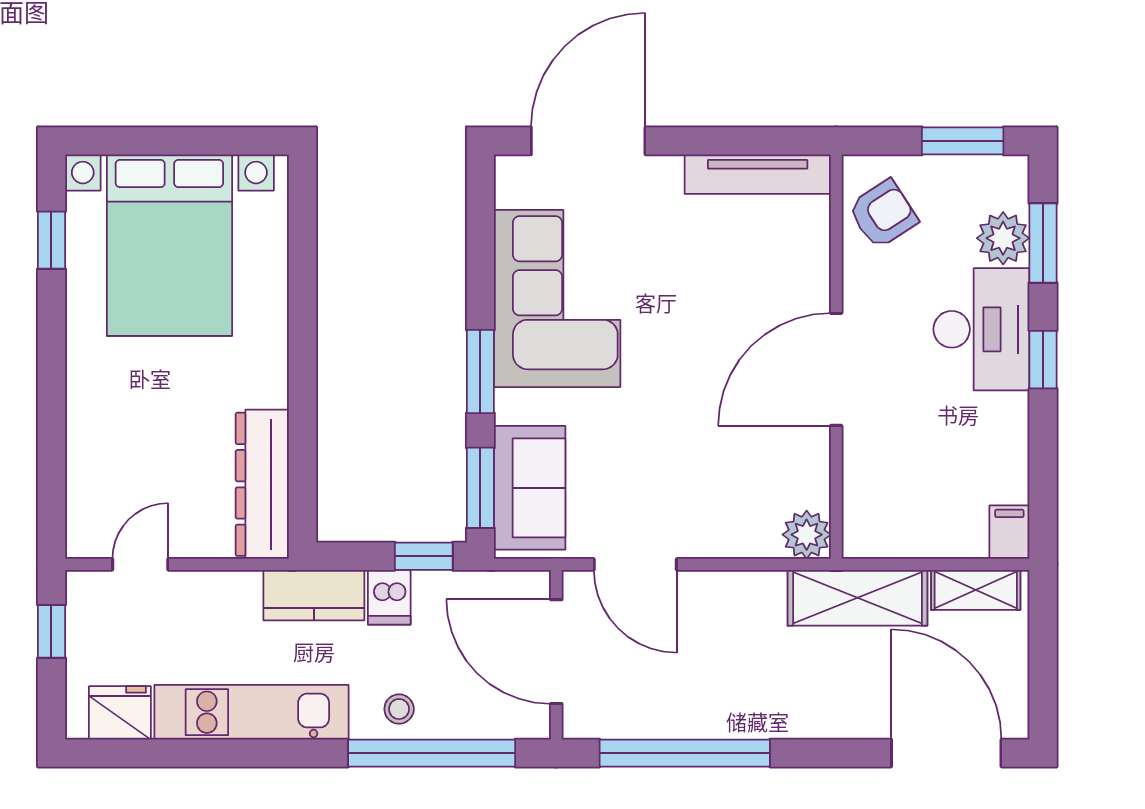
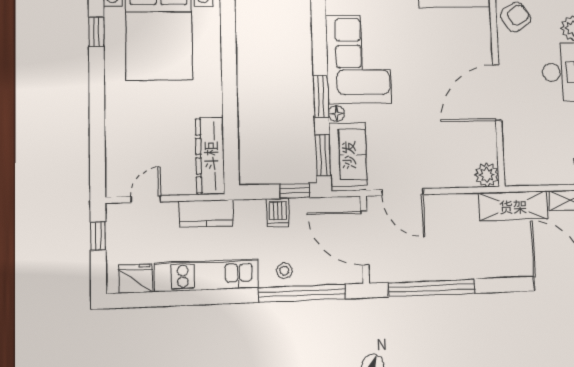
floor lamp: (510, 406) -> (337, 114), added
kitchen counter: (314, 595) -> (206, 214), moved

